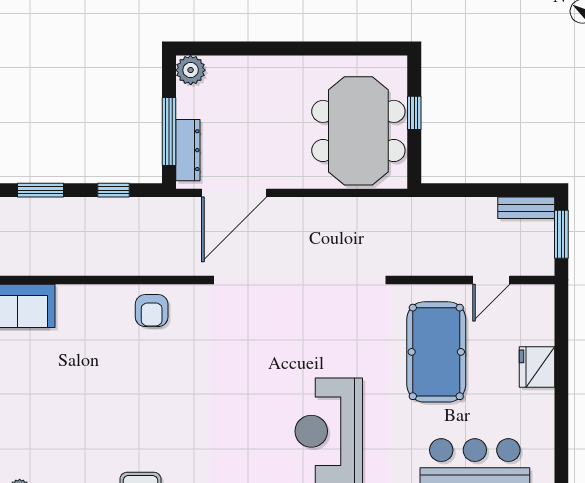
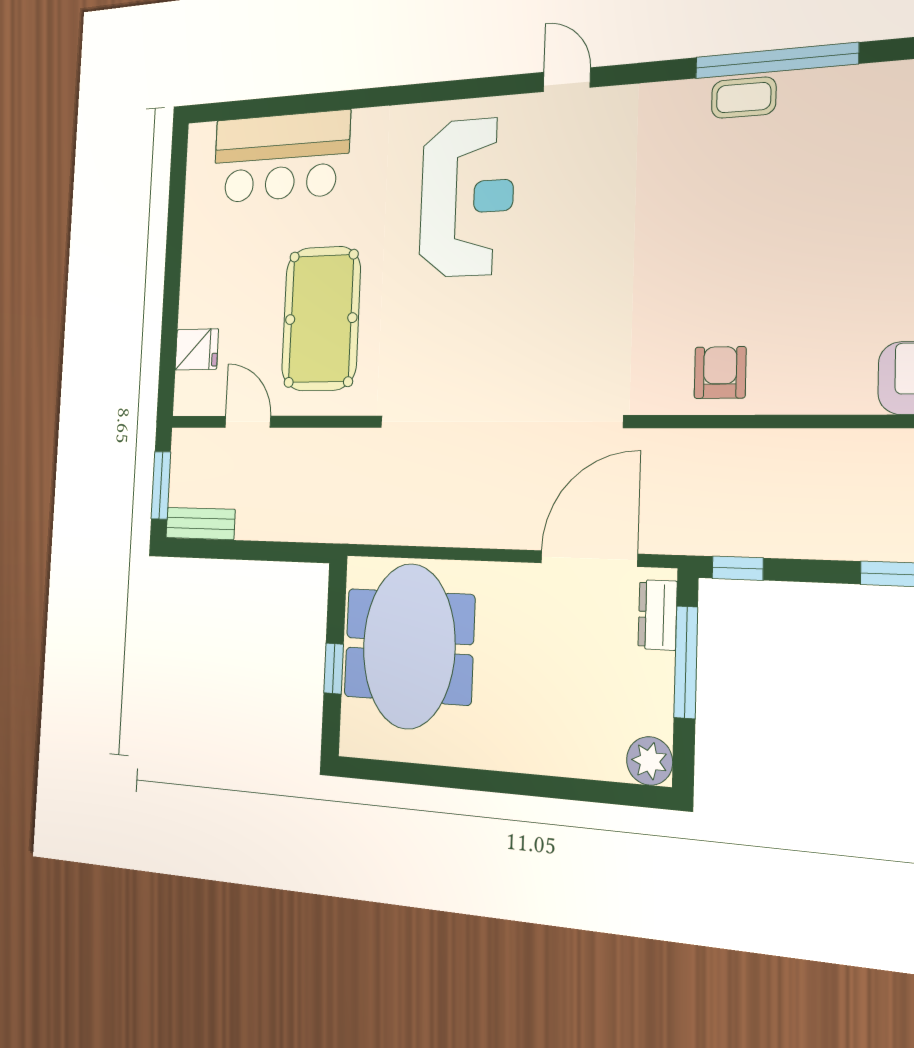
dresser: (188, 150) -> (658, 615), width x0.70
window: (114, 190) -> (738, 568), moved
door: (491, 280) -> (248, 422), hinge flipped
fridge: (537, 367) -> (197, 349), moved, width x0.72

